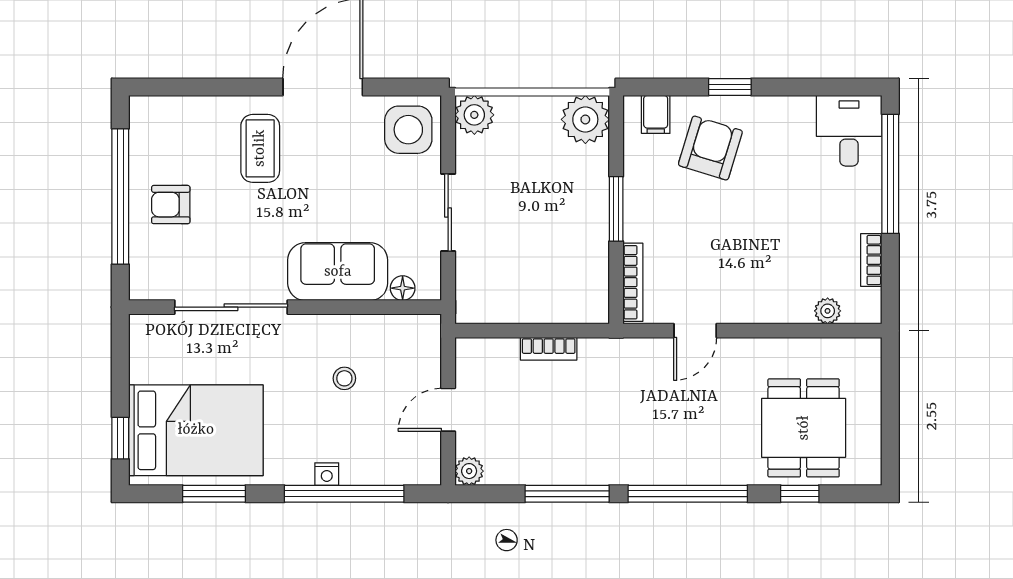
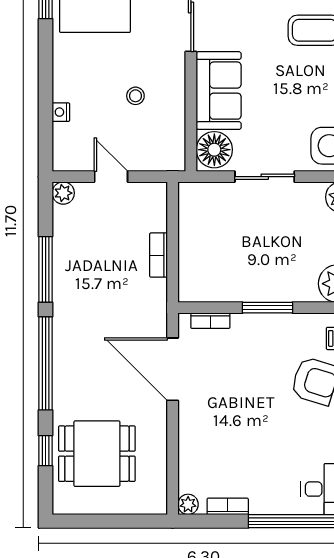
bookcase: (633, 282) -> (210, 321), width x0.64
floor lamp: (403, 288) -> (214, 150), width x1.89, depth x1.89
plant: (828, 311) -> (188, 504), moved
door: (695, 331) -> (173, 369), width x1.88
nightstand: (327, 474) -> (61, 112), moved
window: (344, 494) -> (46, 96), removed

